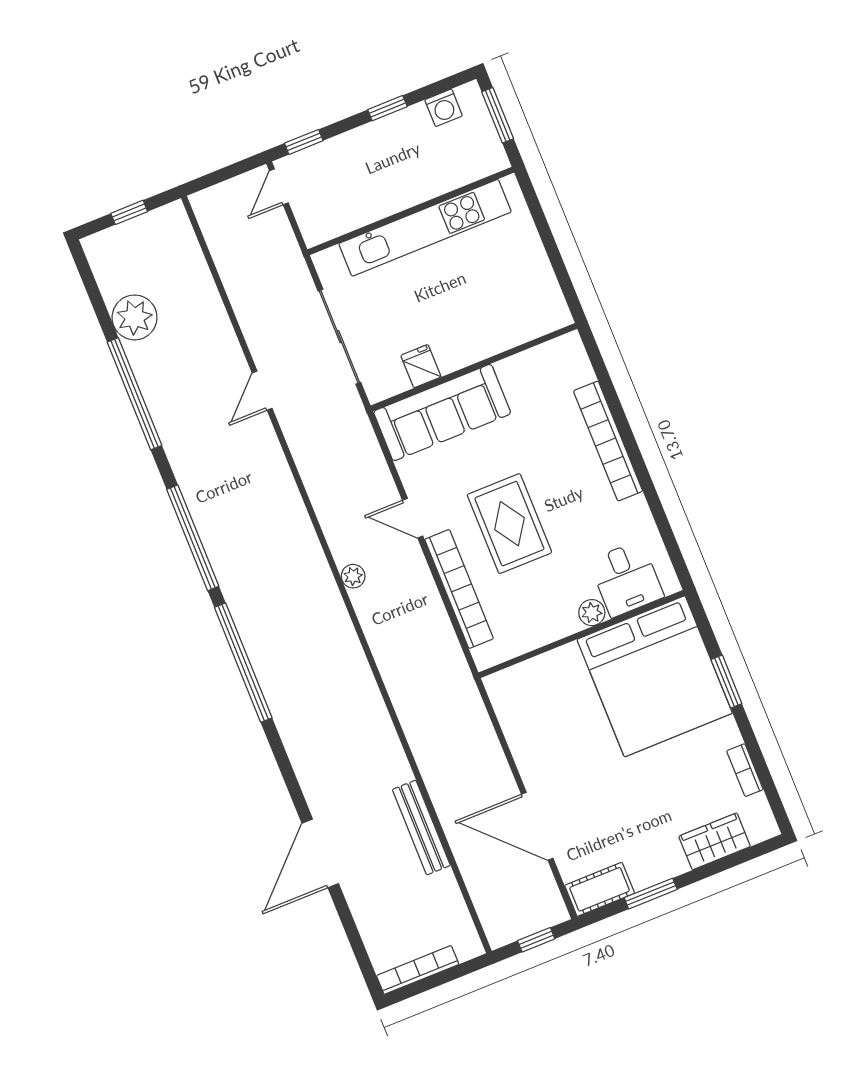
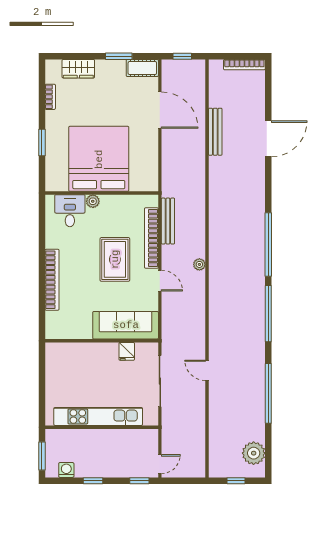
plant: (135, 317) -> (254, 453), moved
door: (262, 391) -> (207, 370), swing flipped
bench: (442, 632) -> (168, 221), added
bed: (655, 676) -> (99, 159), moved

